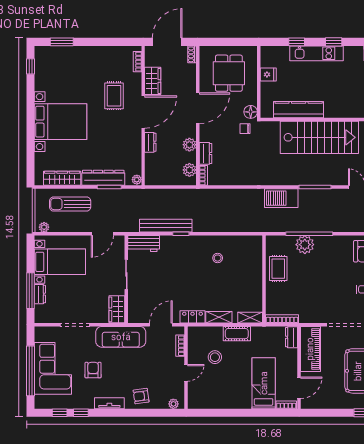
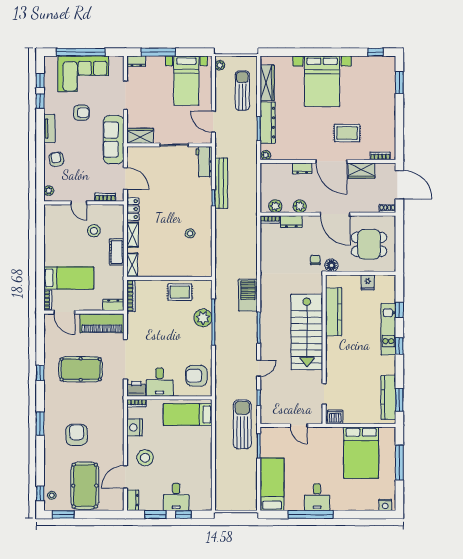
dresser: (40, 294) -> (136, 61), moved

